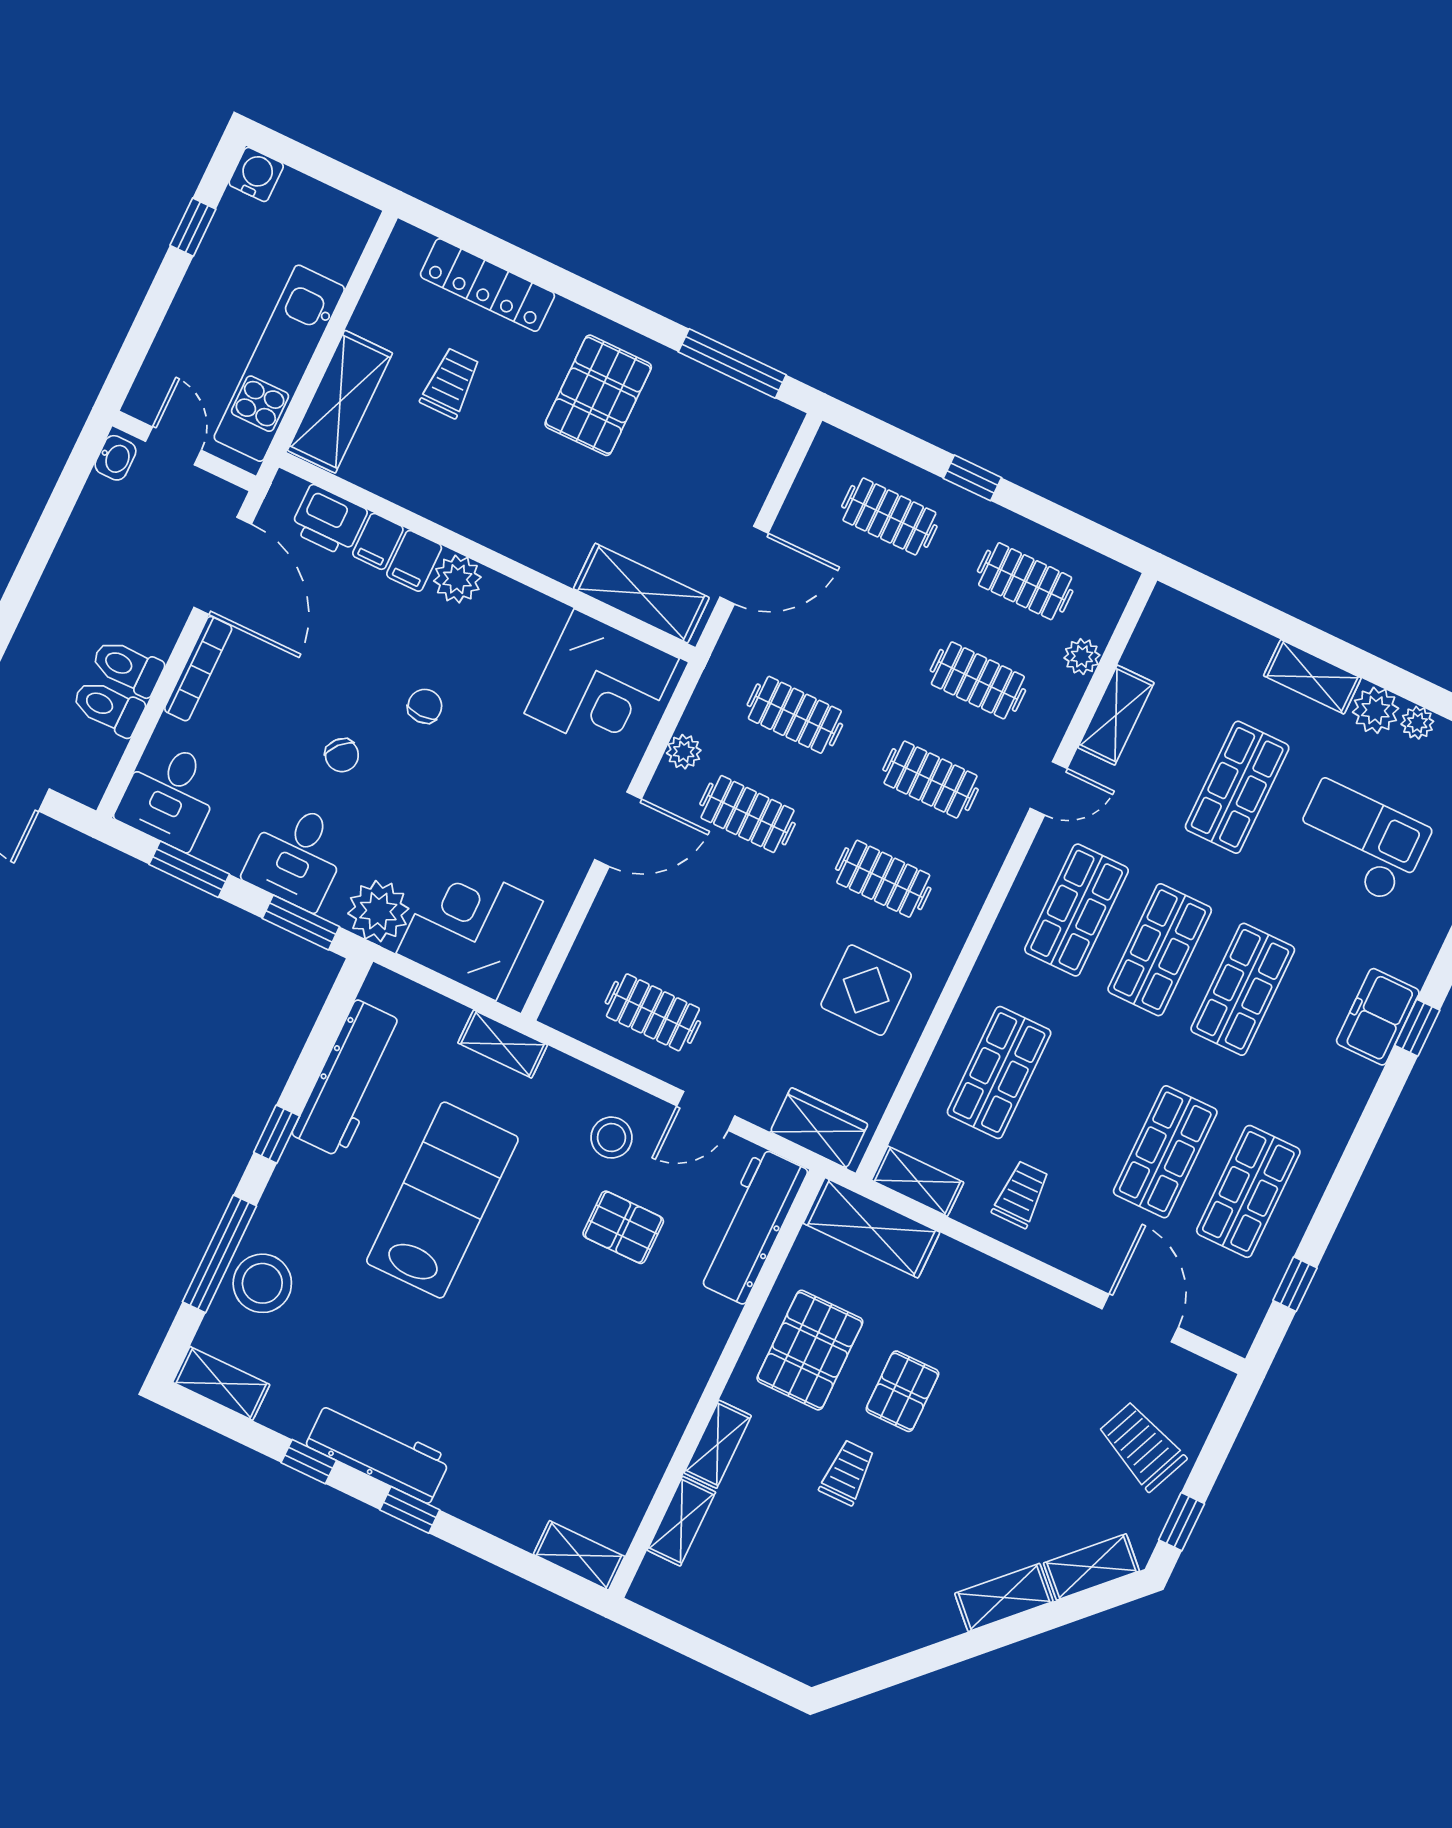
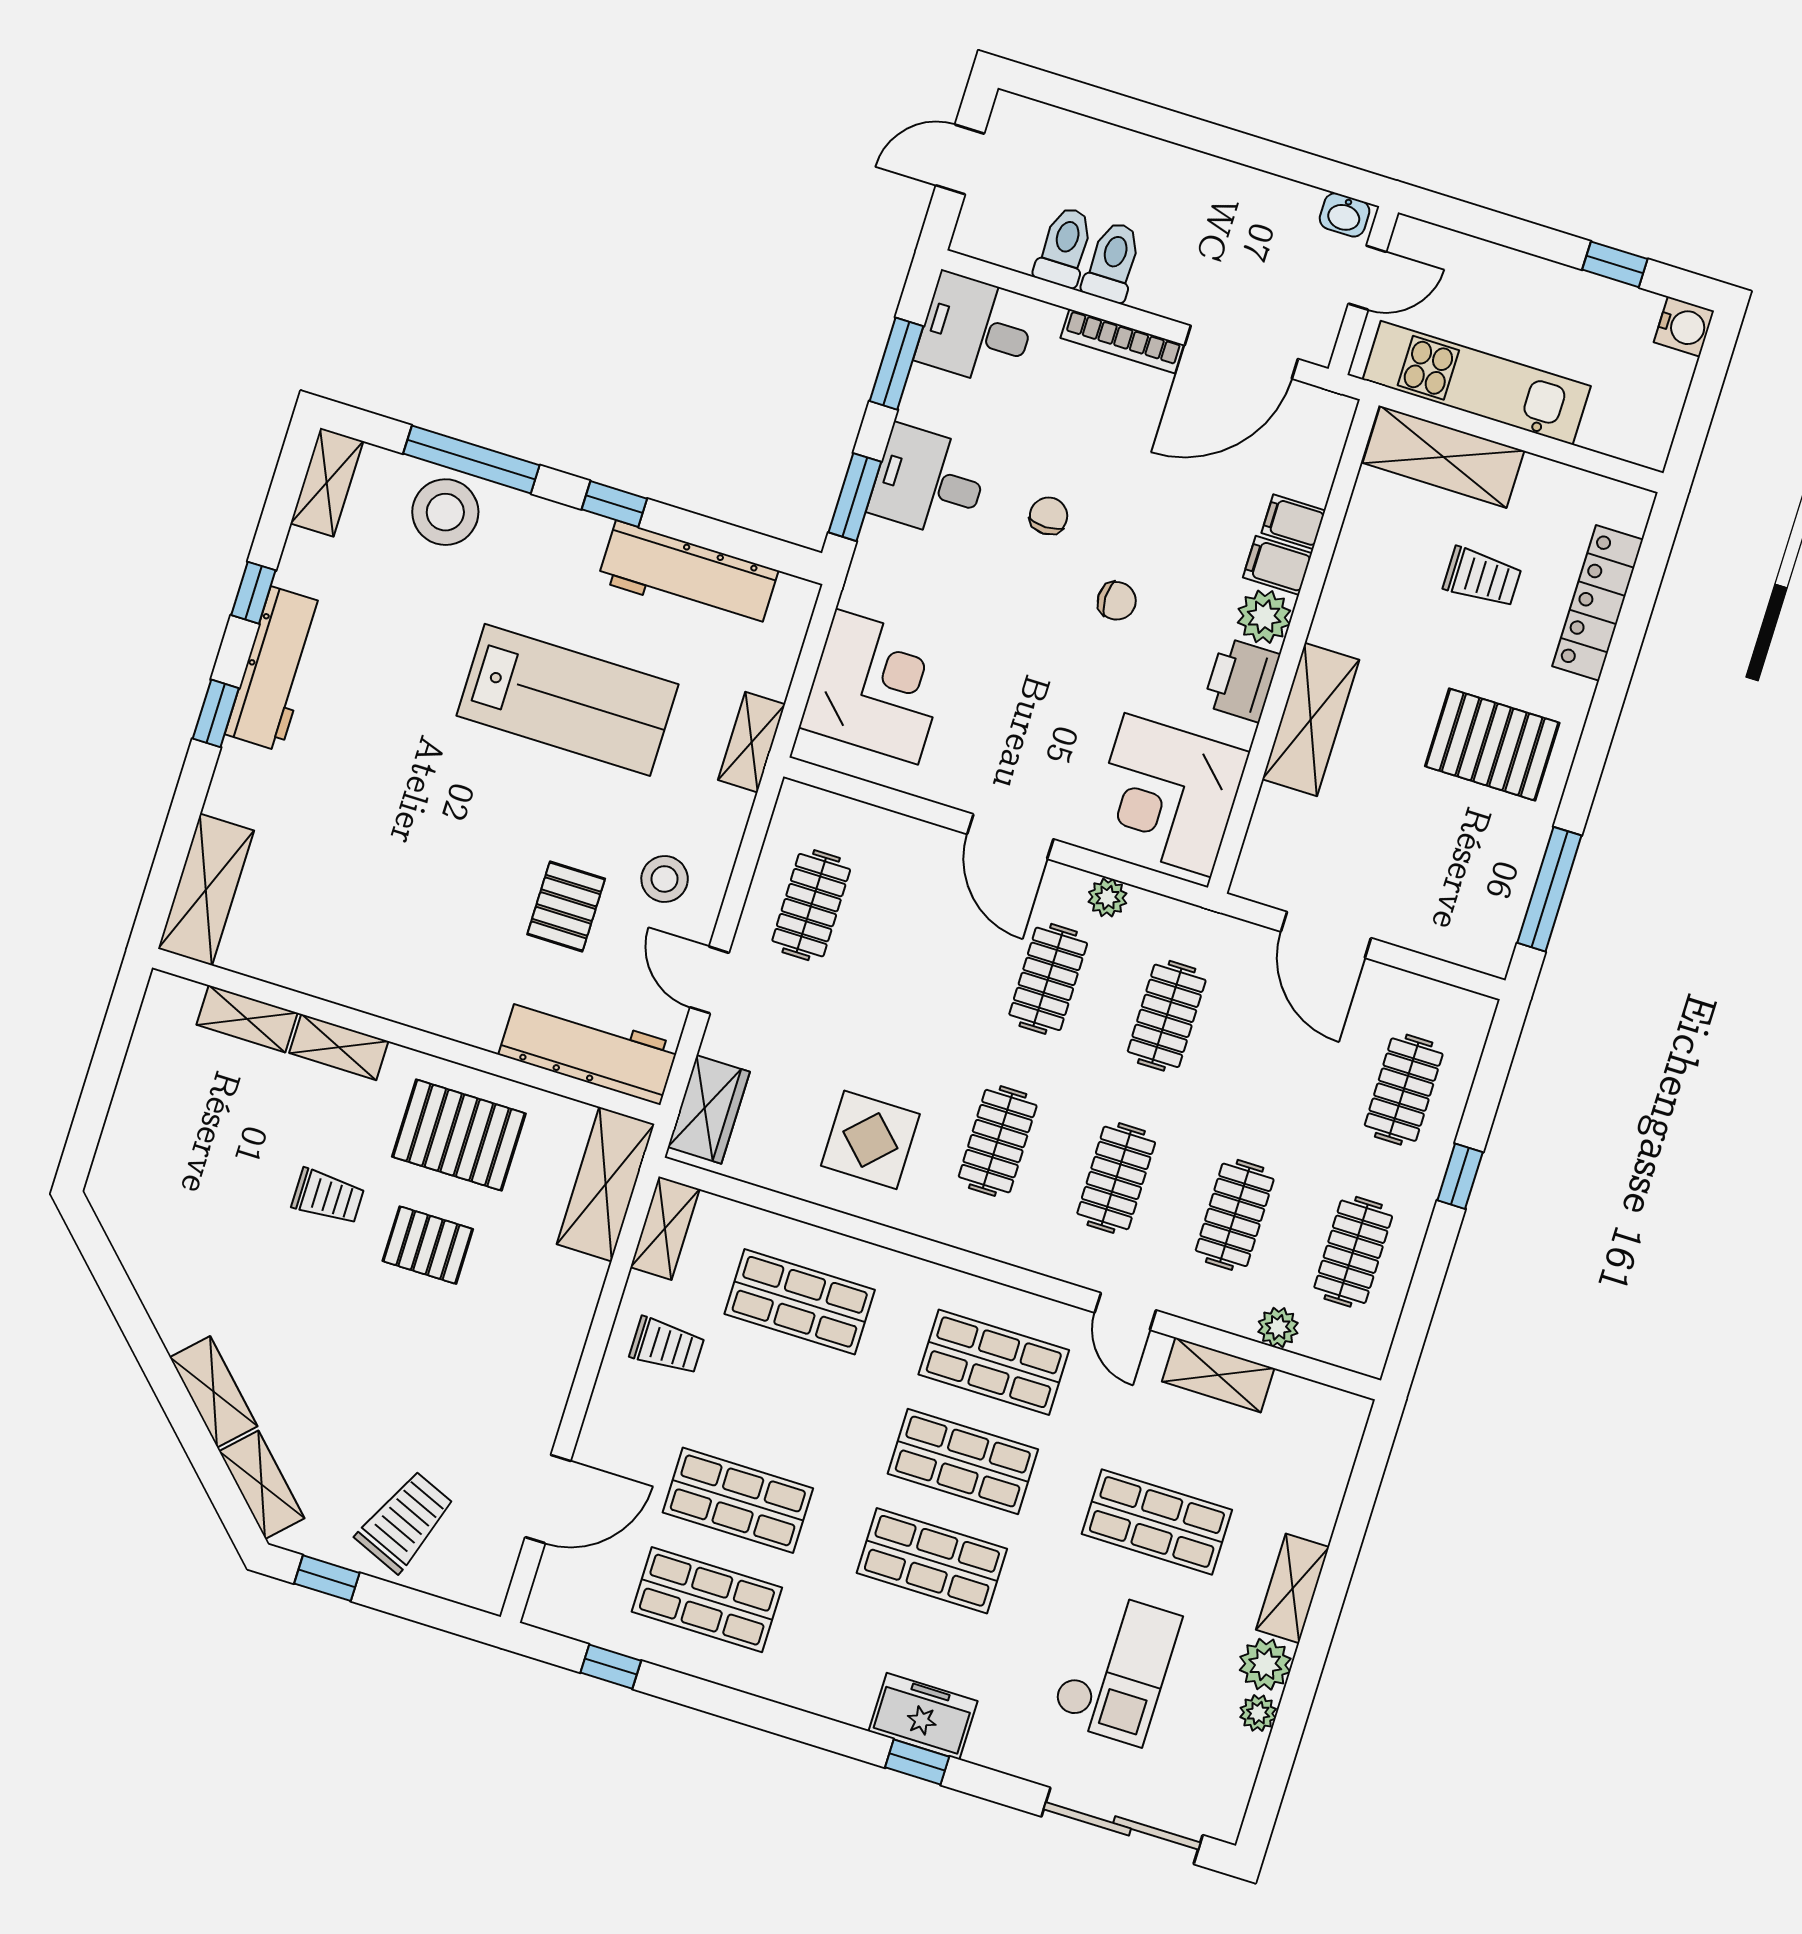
printer: (329, 520) -> (1241, 680), moved
shelving: (641, 593) -> (1311, 719), moved
chair: (342, 755) -> (1049, 516), turned 138
plant: (378, 911) -> (880, 582), removed
shelving: (579, 1555) -> (206, 890), width x1.50, depth x1.33

